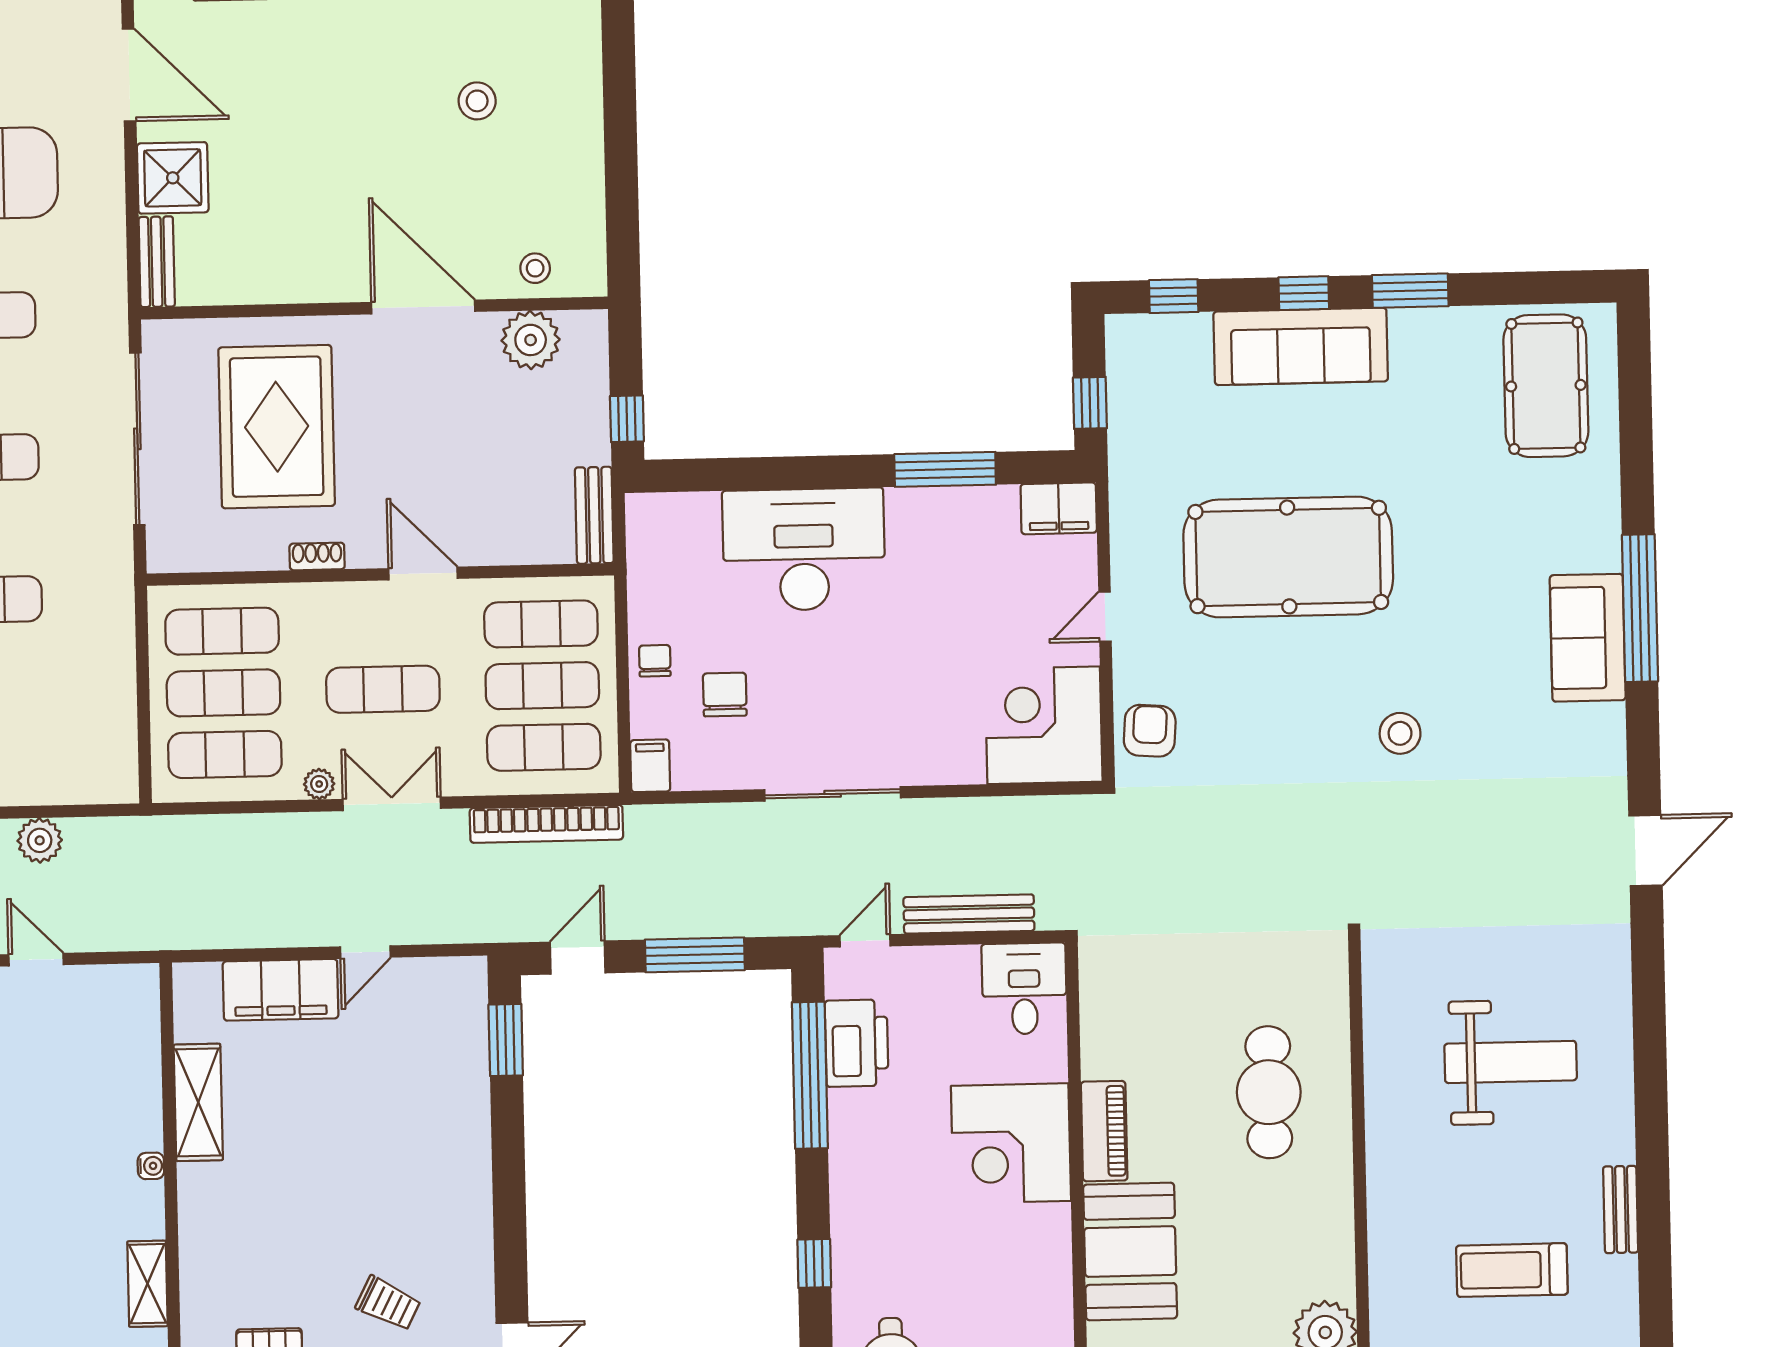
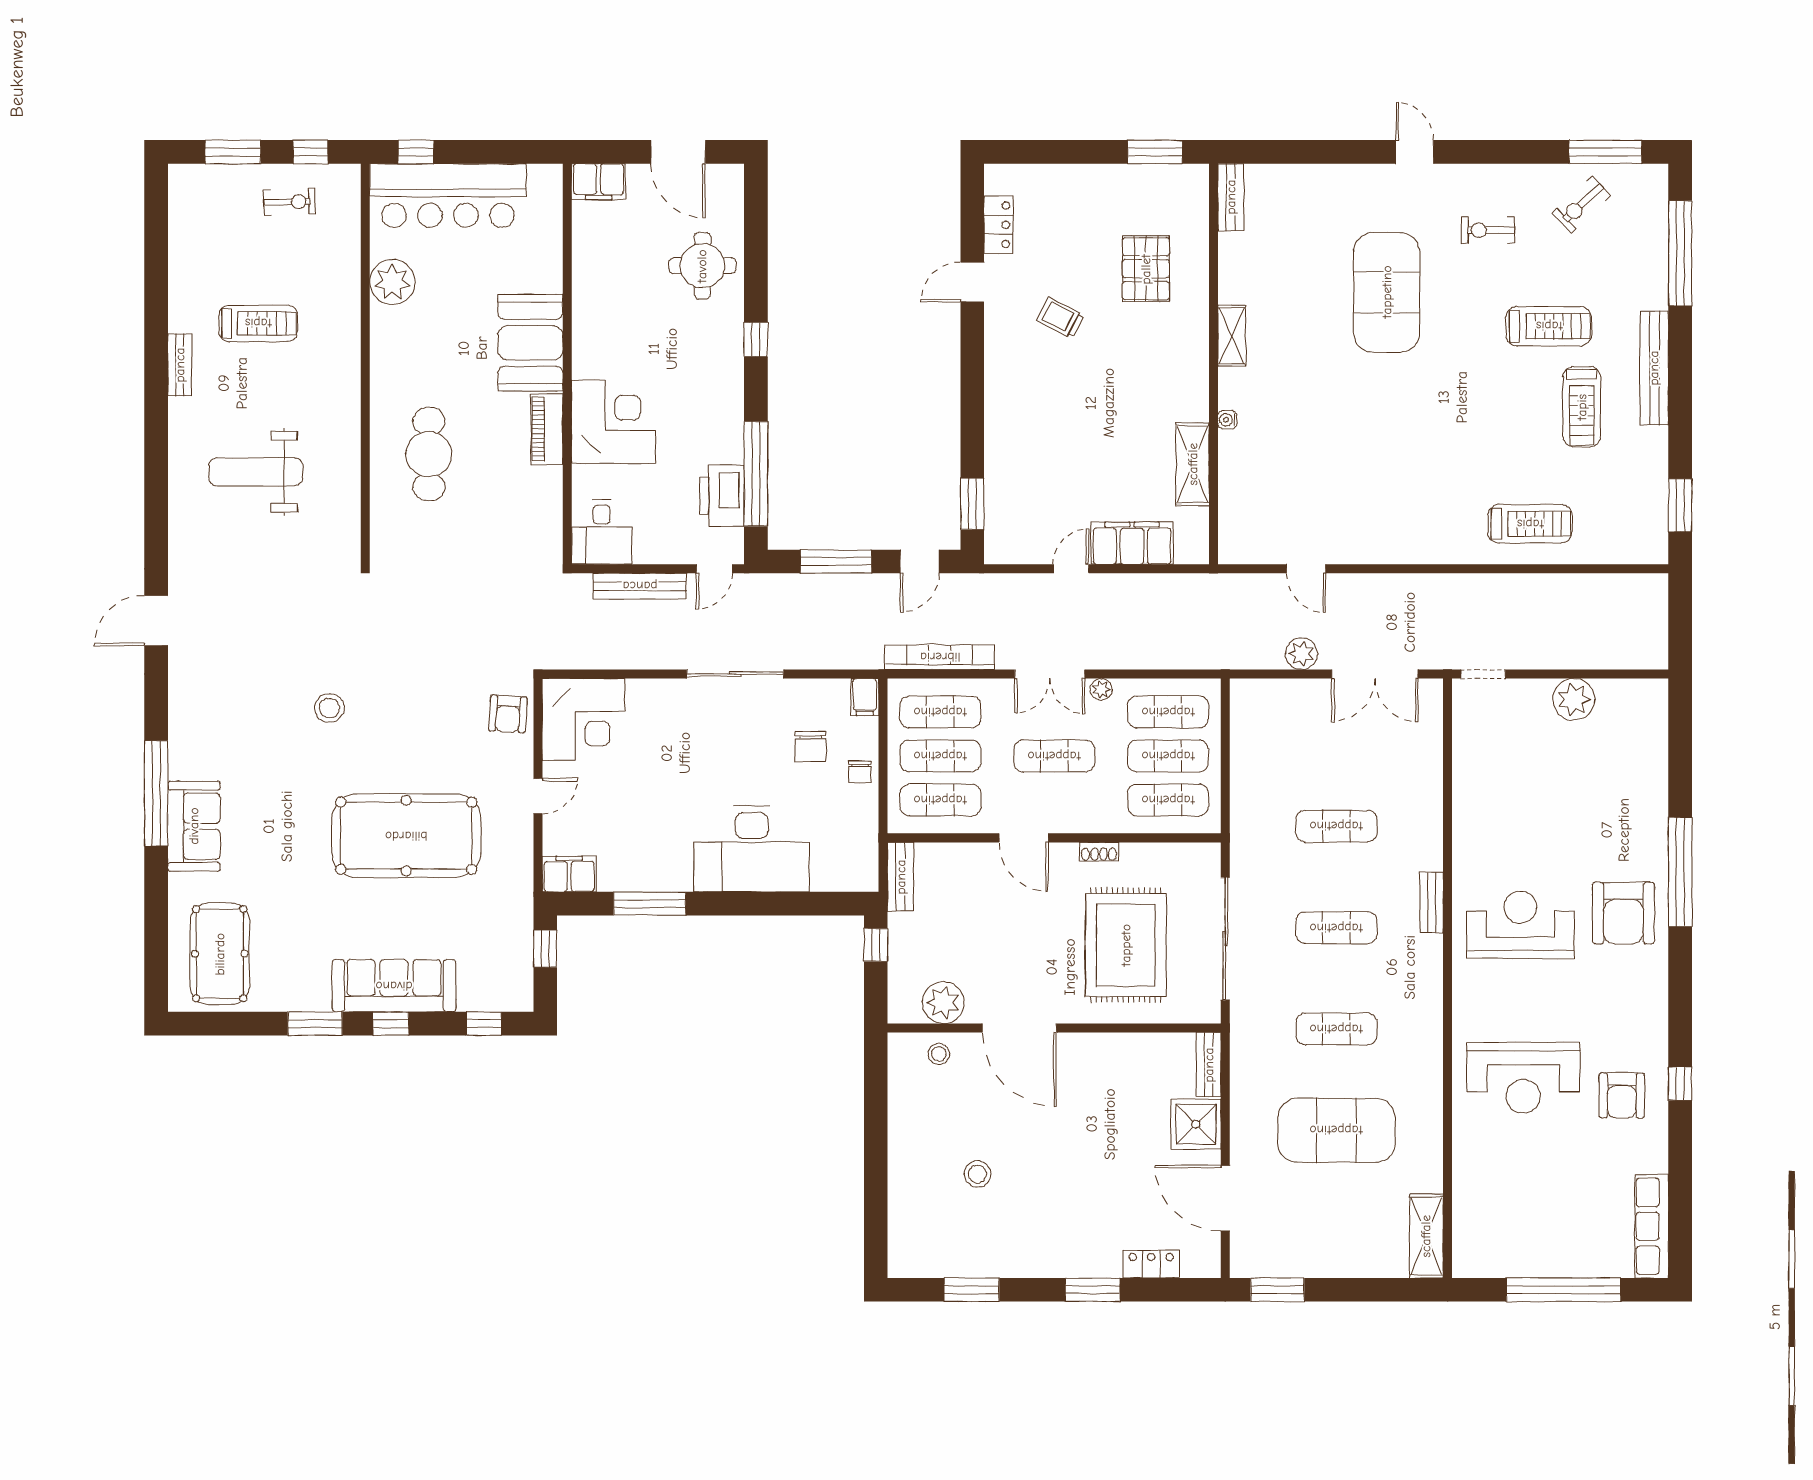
sofa: (1588, 638) -> (194, 826), moved

